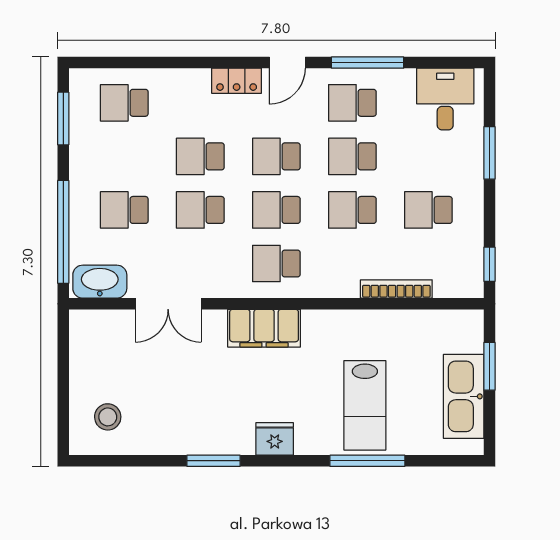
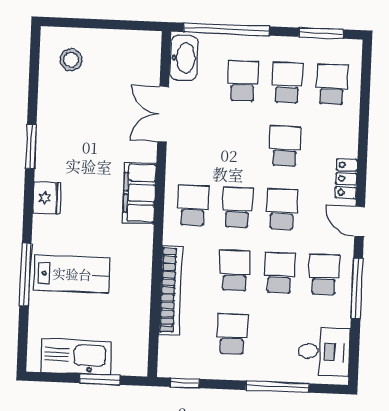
window: (489, 153) -> (277, 387), width x1.44
school desk: (200, 210) -> (287, 83), moved
bookcase: (396, 289) -> (170, 290), width x1.48, depth x1.31
lab bench: (365, 405) -> (72, 274), turned 180

